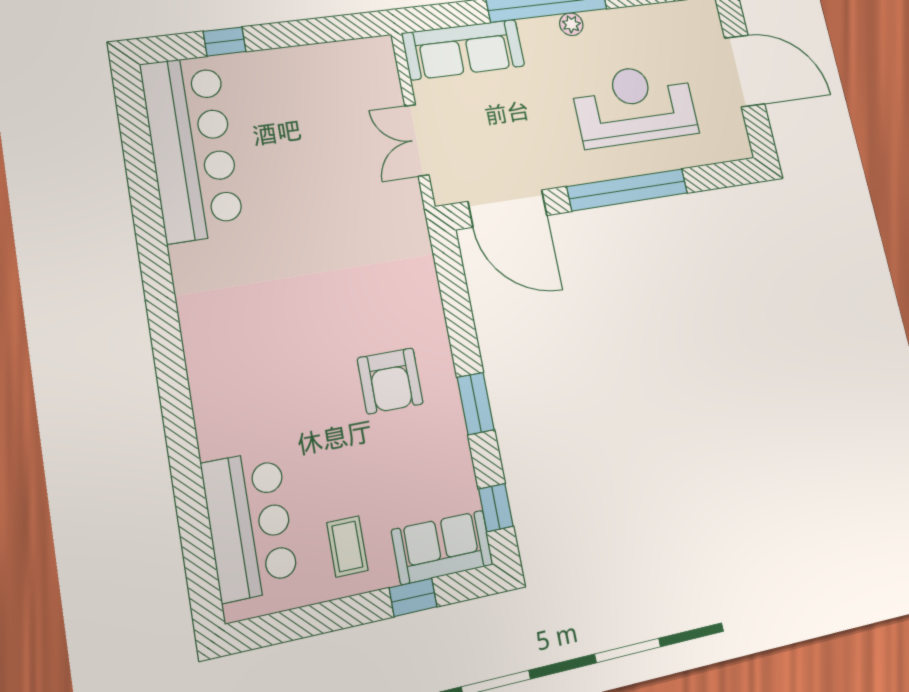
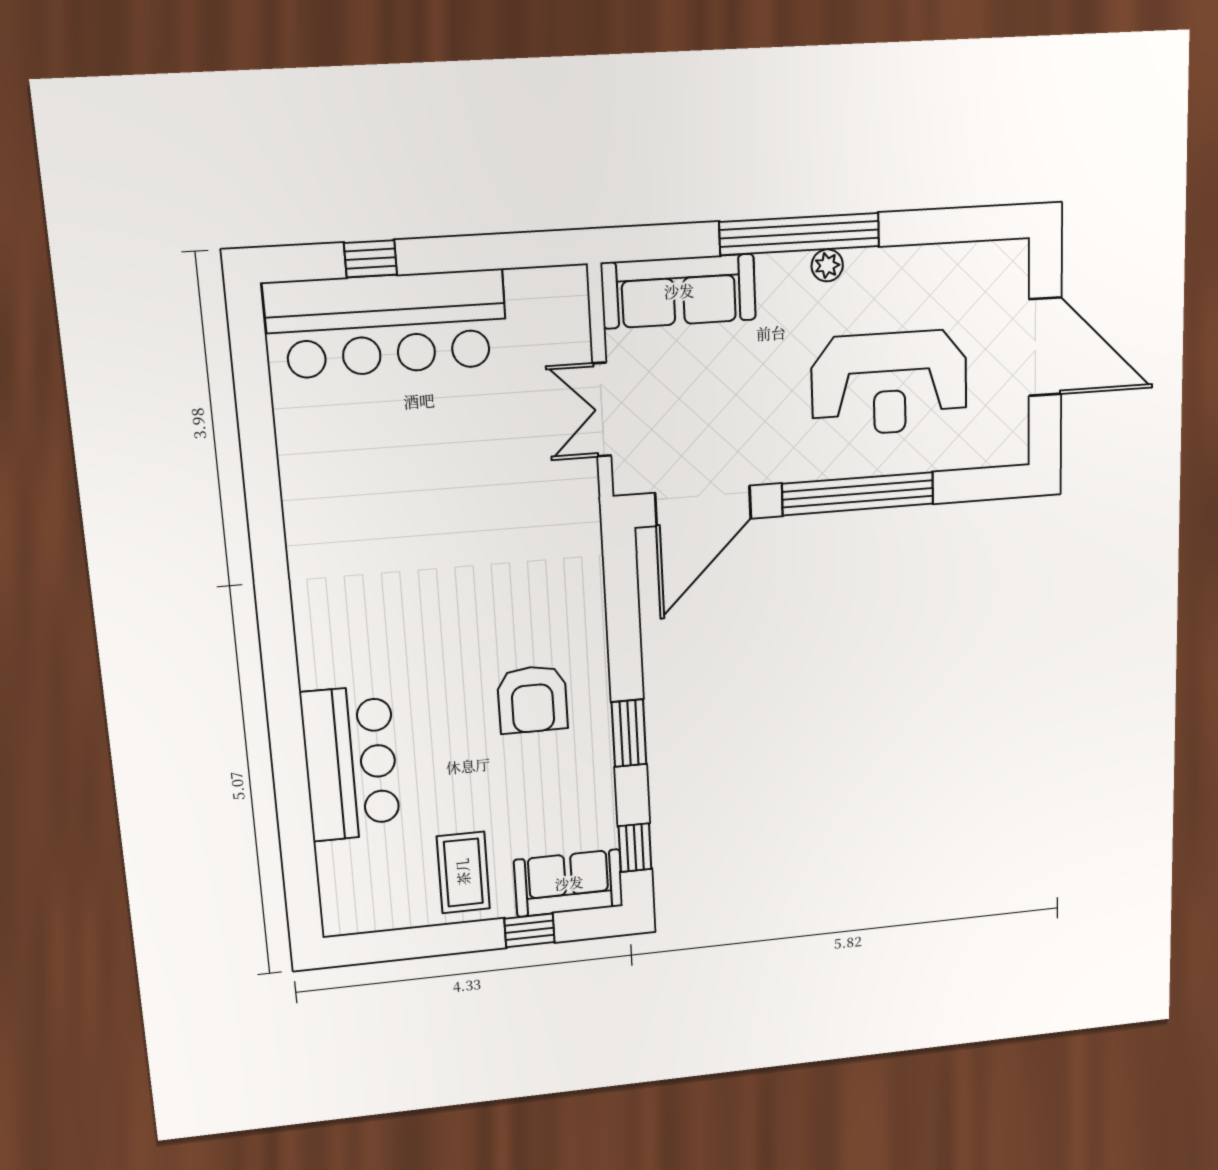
reception desk: (635, 105) -> (889, 383), turned 180
bar counter: (192, 148) -> (387, 324), moved, turned 90
door: (508, 208) -> (703, 506), hinge flipped
bar counter: (250, 525) -> (351, 763), moved
coffee table: (347, 546) -> (463, 872), width x1.36, depth x1.30

